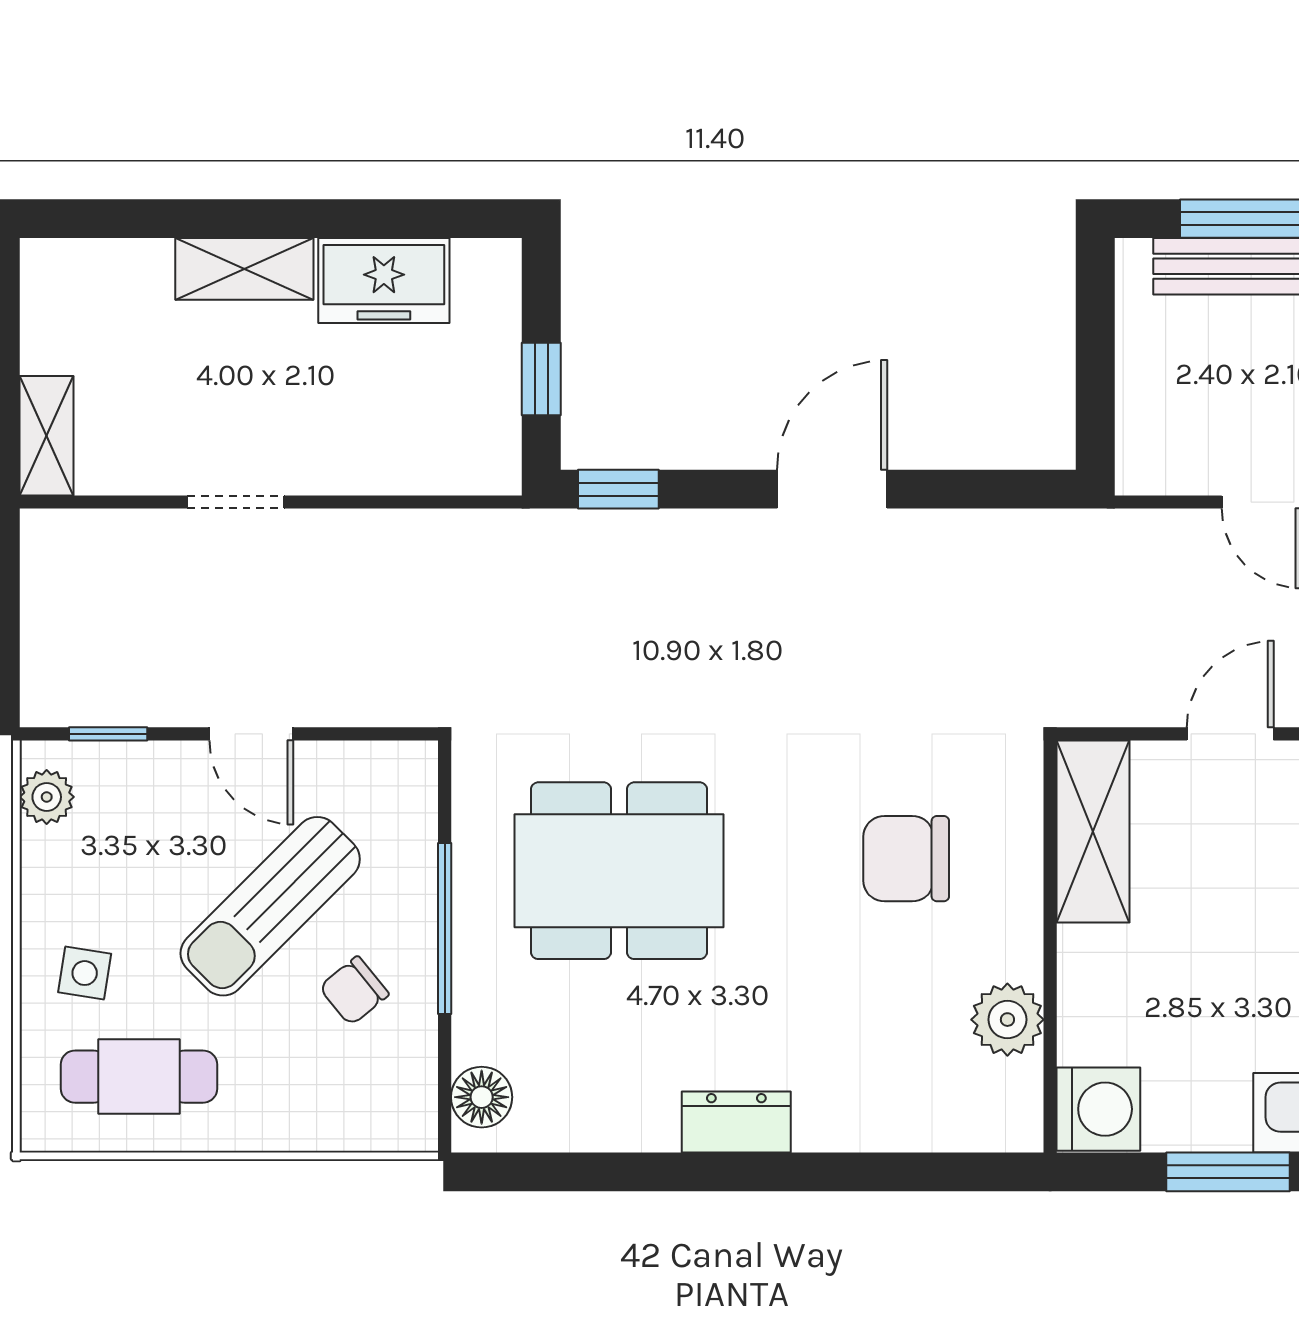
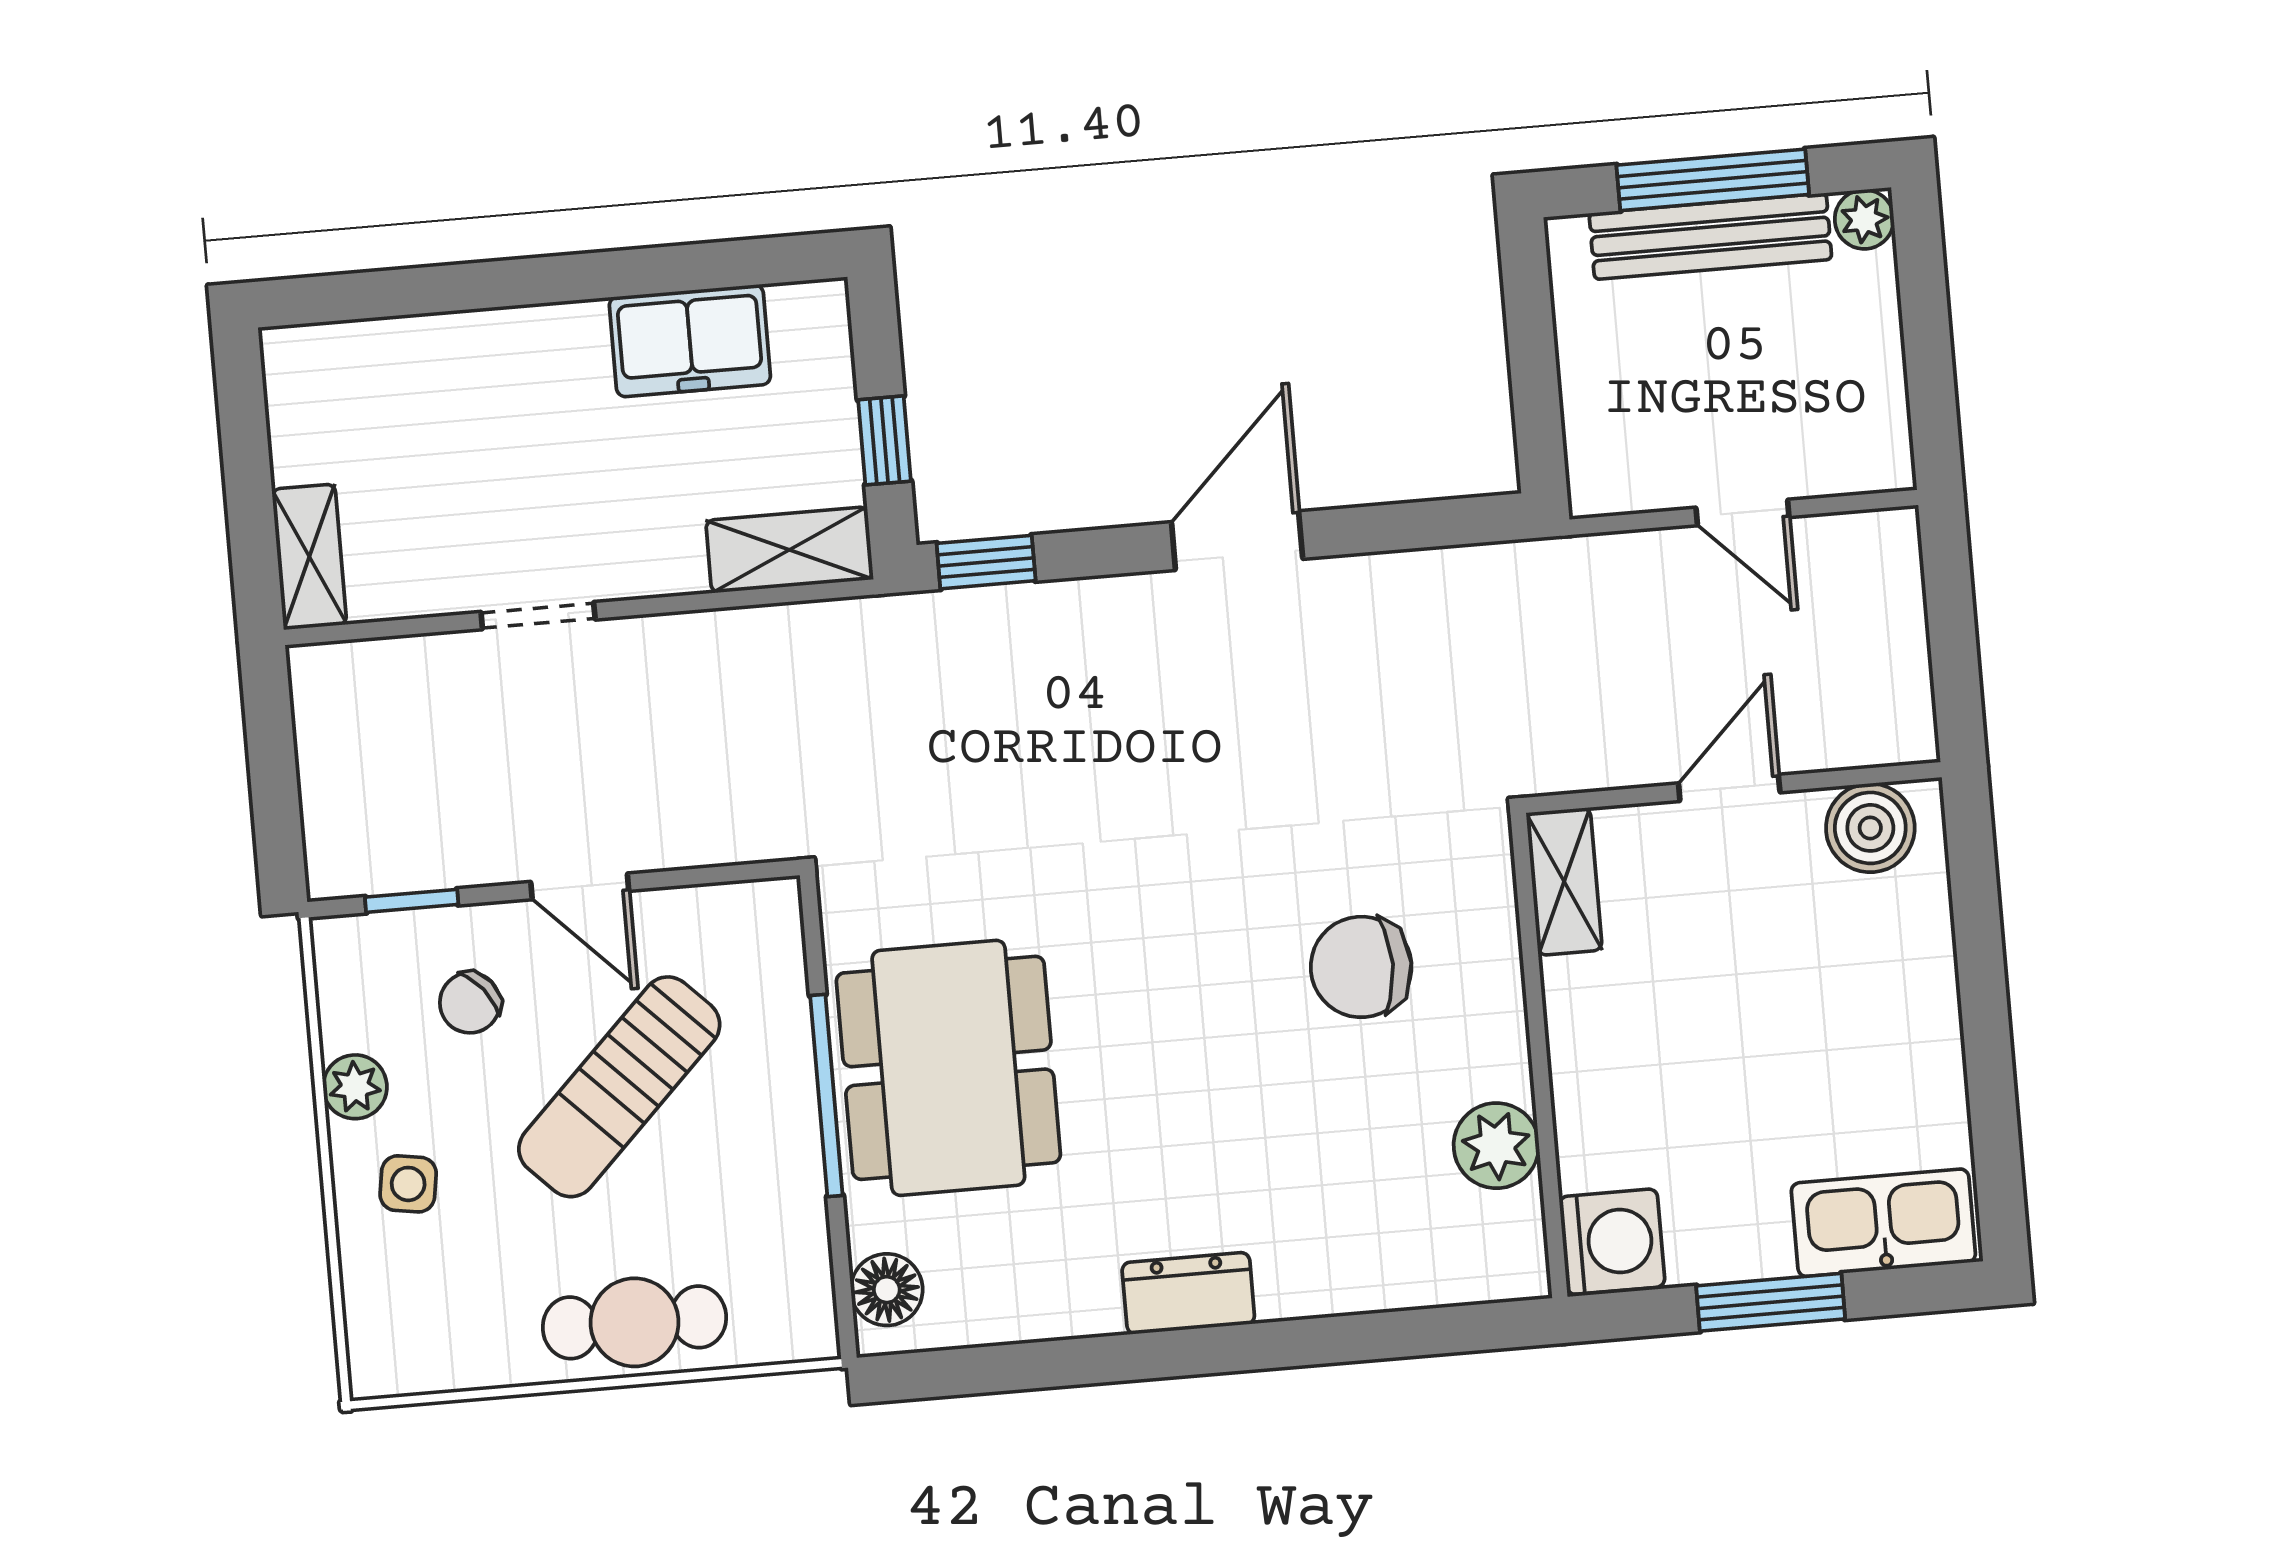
shelving: (244, 269) -> (790, 550), moved
plant: (47, 797) -> (355, 1087), moved
shelving: (1093, 832) -> (1564, 881), width x0.67, depth x0.75
dining table: (619, 871) -> (948, 1068), moved, turned 90
chair: (354, 991) -> (470, 1003), moved
cafe table: (139, 1077) -> (634, 1322), moved

